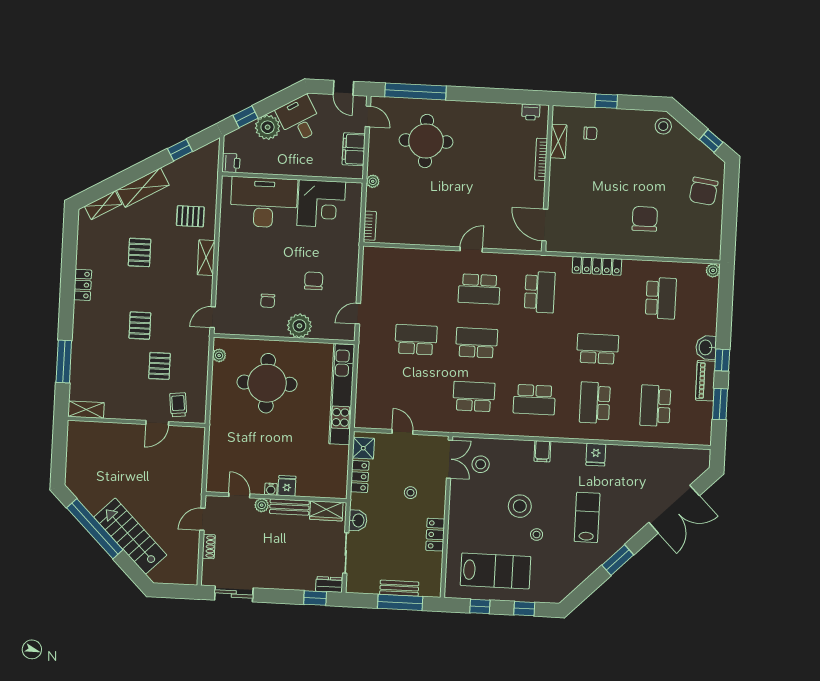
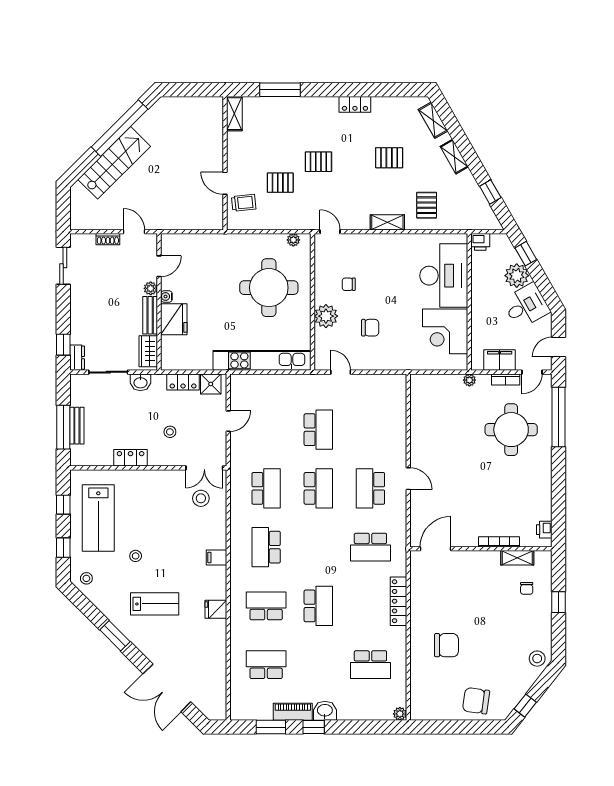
shelving: (143, 188) -> (454, 157), width x0.67, depth x0.75
bookcase: (370, 226) -> (506, 379), moved
fridge: (287, 486) -> (174, 319), width x1.88, depth x1.34
stool: (520, 506) -> (86, 578), moved, width x0.53, depth x0.53

